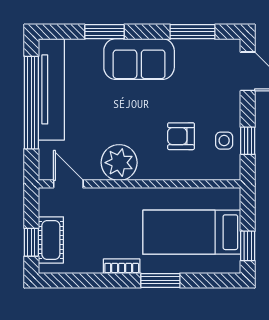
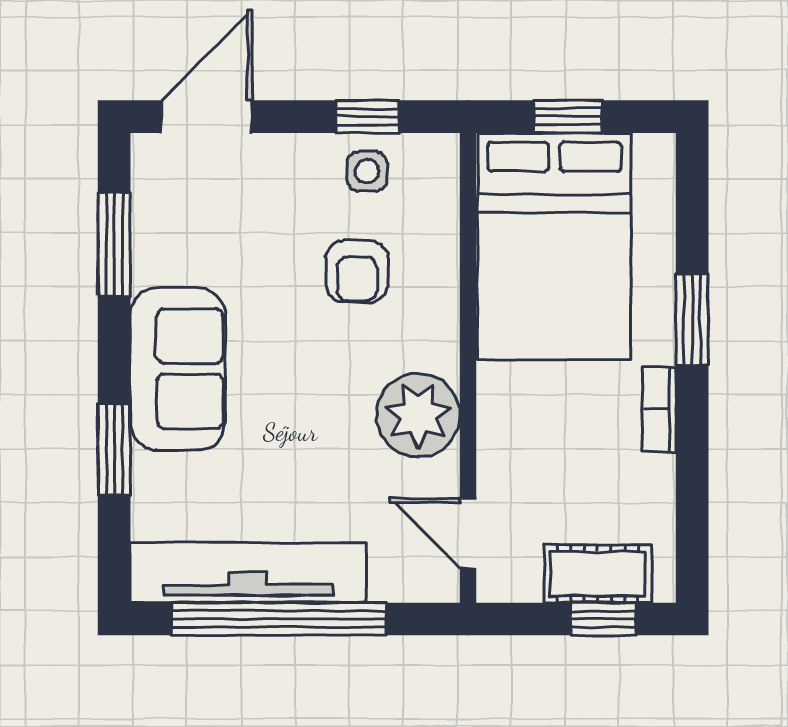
door: (68, 184) -> (468, 533), hinge flipped
bed: (192, 232) -> (554, 246), width x1.50
window: (248, 246) -> (568, 117), moved

